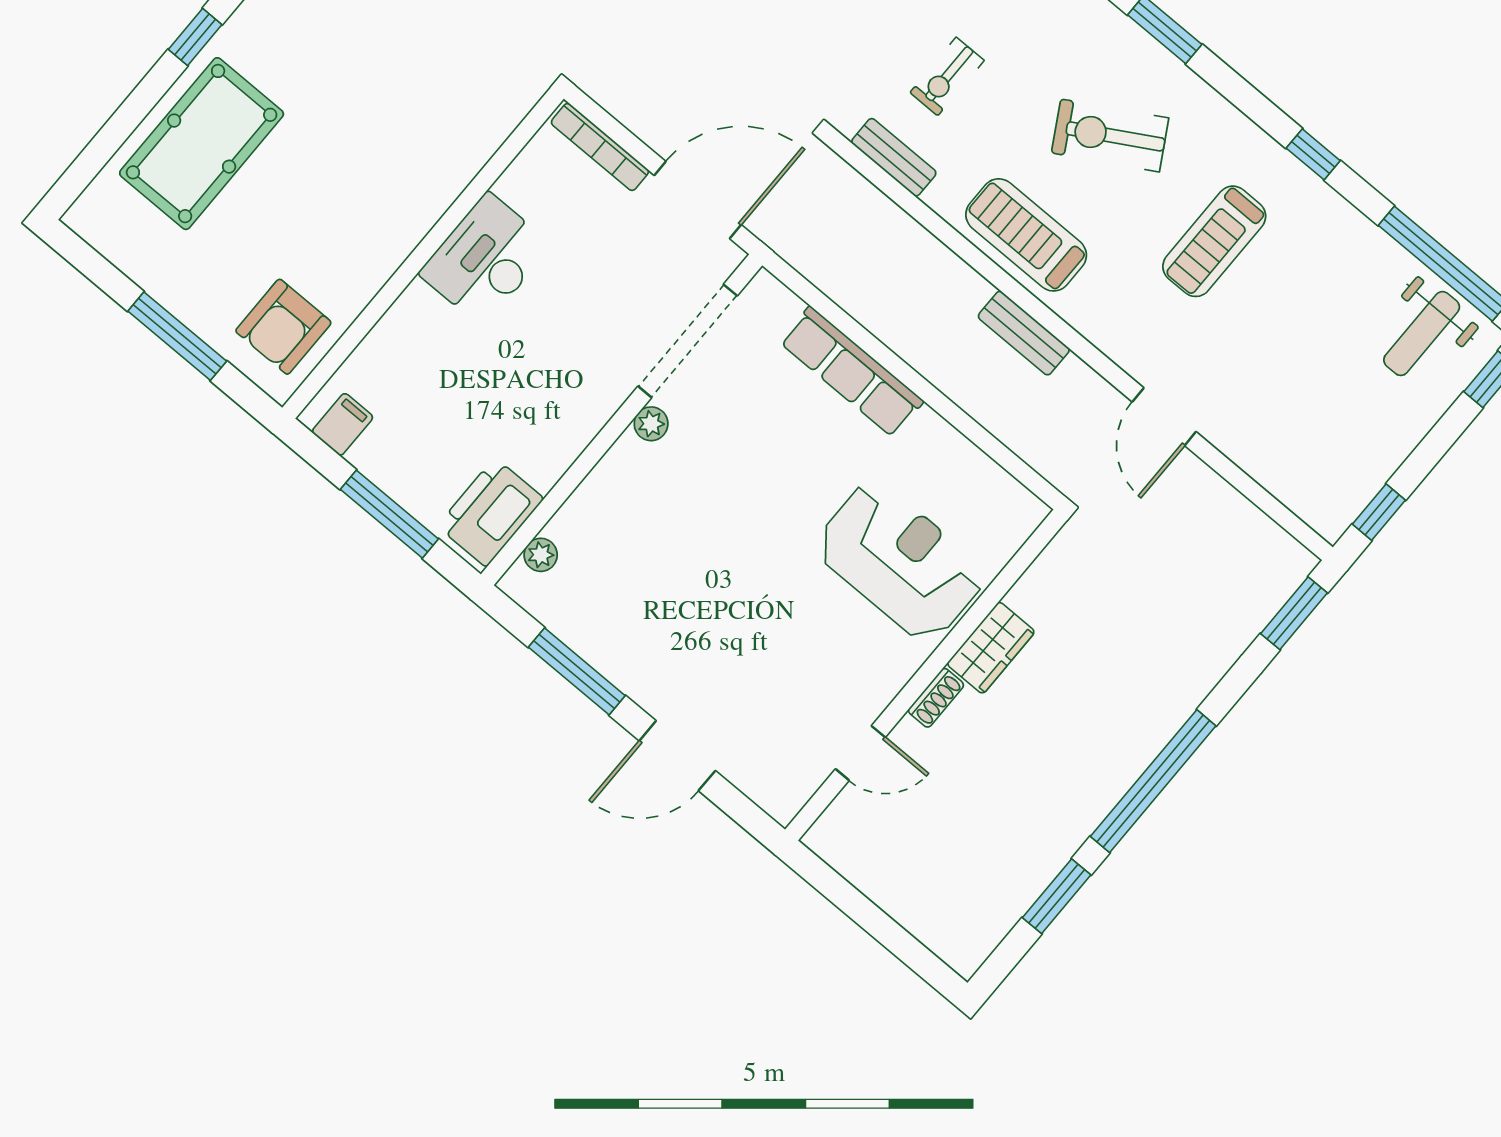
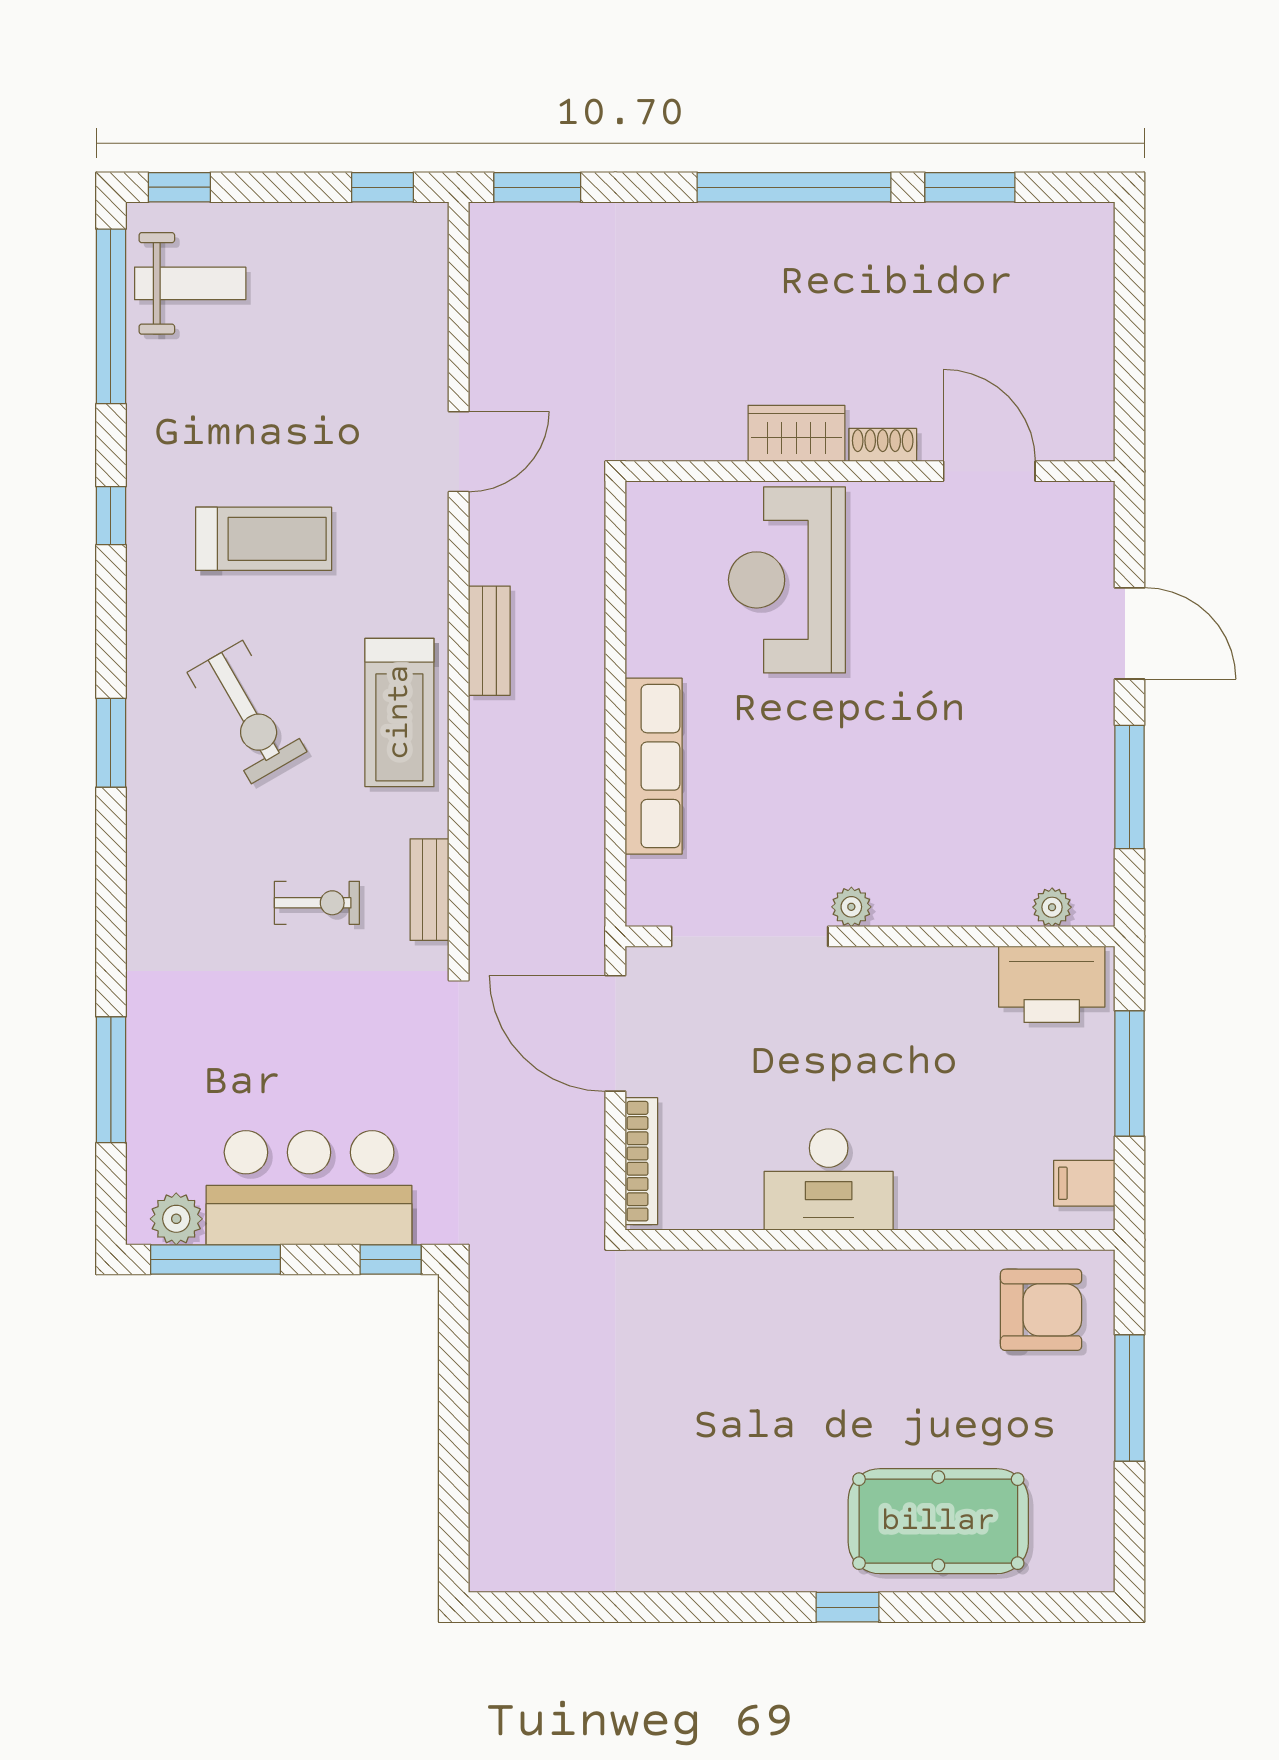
door: (860, 753) -> (989, 471), width x1.38

